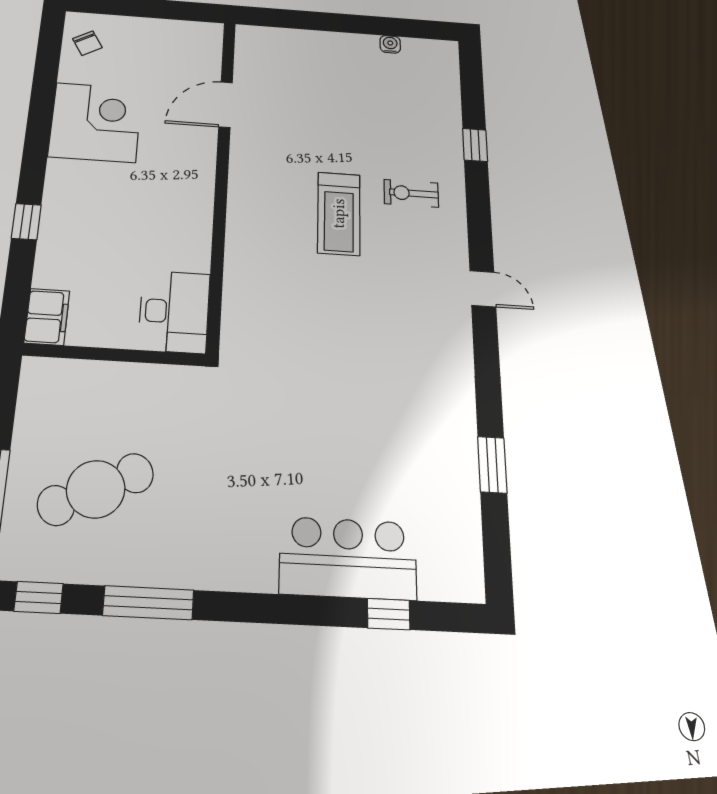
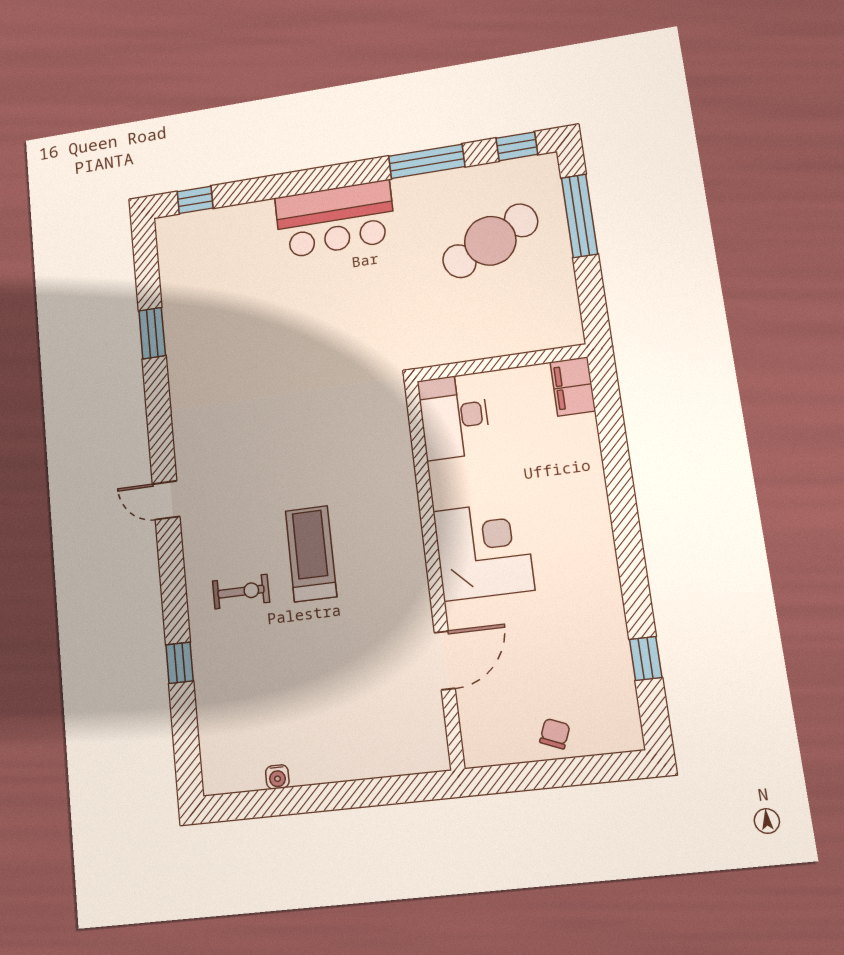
chair: (87, 43) -> (555, 734), moved, turned 52
corner desk: (96, 122) -> (484, 551), moved, turned 180
window: (26, 222) -> (646, 658), moved
bar counter: (348, 558) -> (335, 219), moved
window: (389, 614) -> (195, 200), moved

